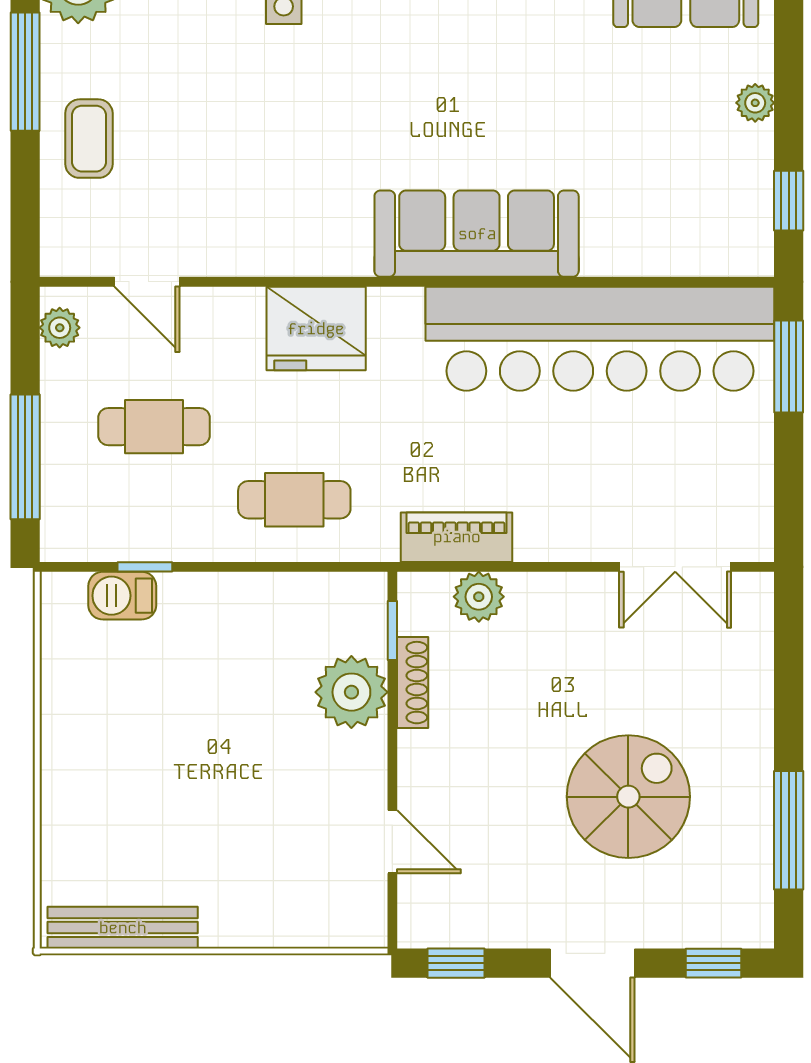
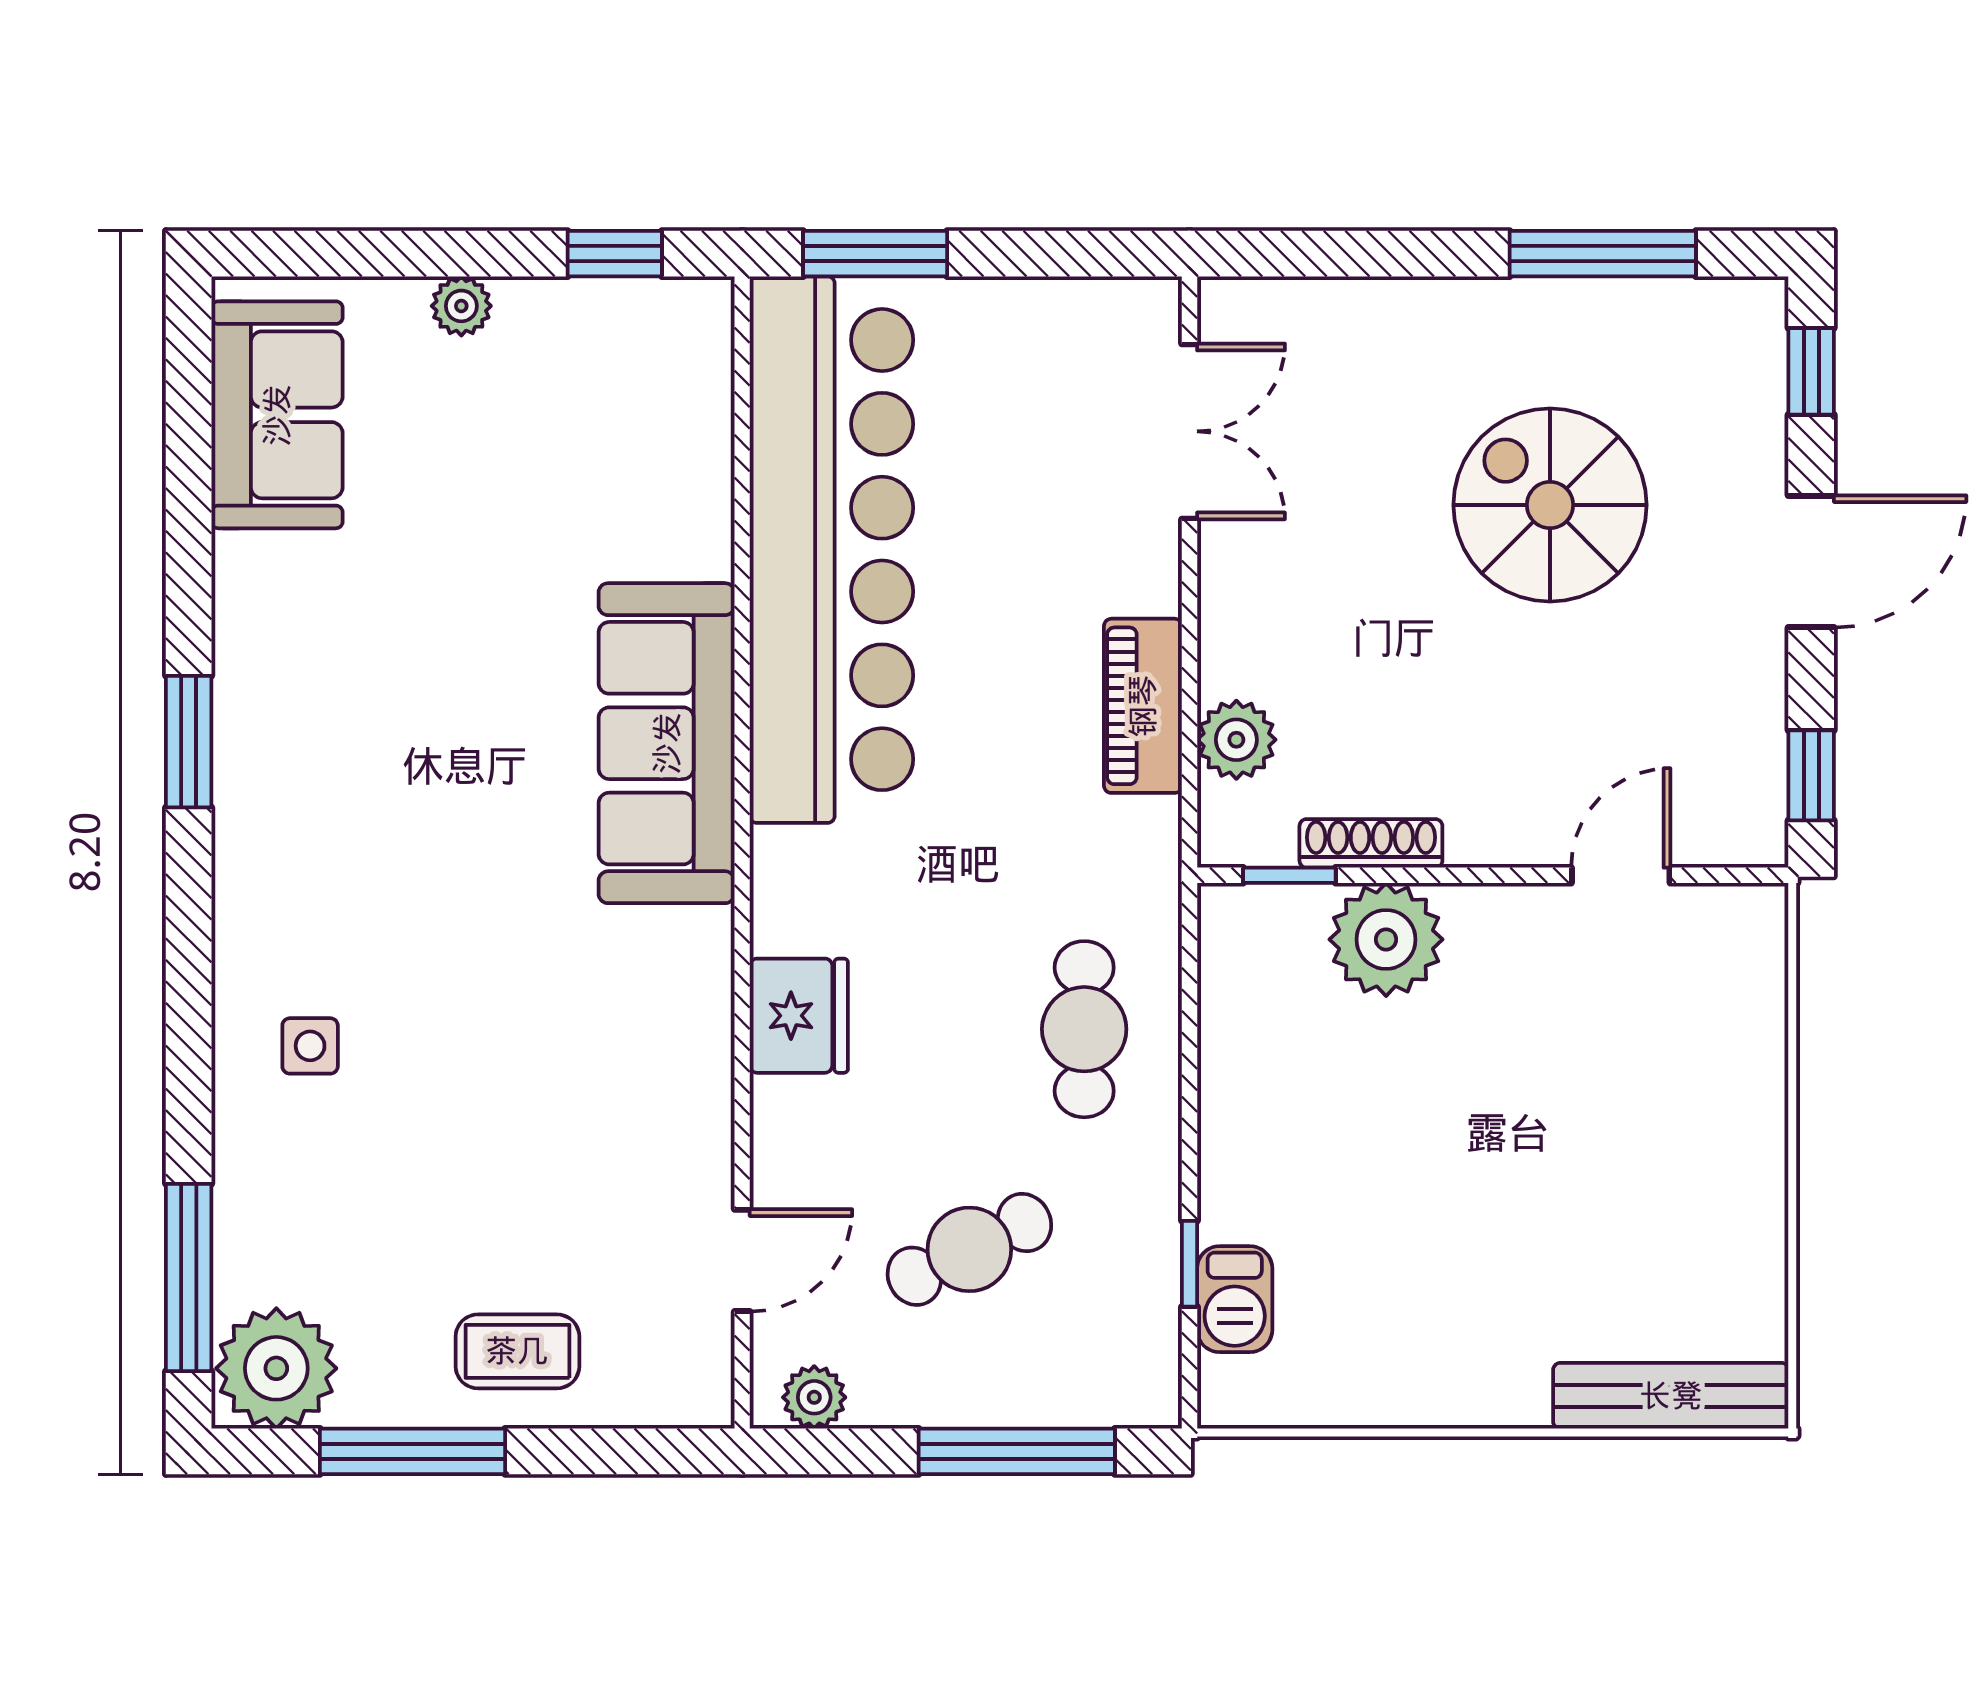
fridge: (316, 329) -> (799, 1016), width x0.73, depth x0.75
cafe table: (154, 427) -> (969, 1249), turned 64
piano: (457, 537) -> (1143, 706), moved
bench: (123, 928) -> (1671, 1396), moved, turned 90

